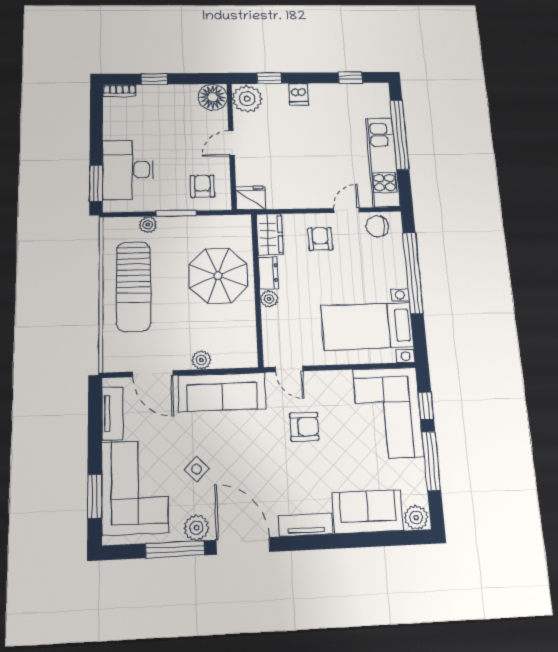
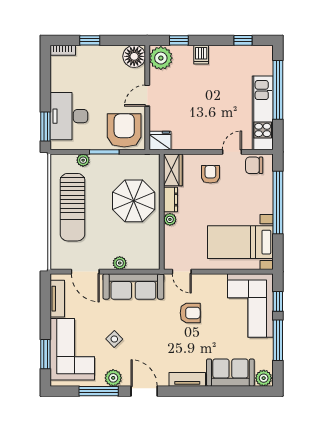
armchair: (202, 186) -> (124, 130), width x1.88, depth x1.88
door: (243, 546) -> (144, 391), width x0.73

